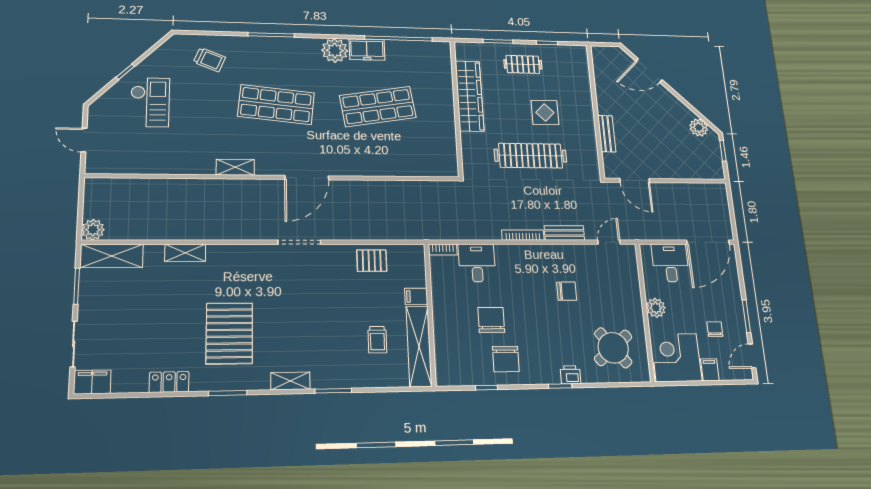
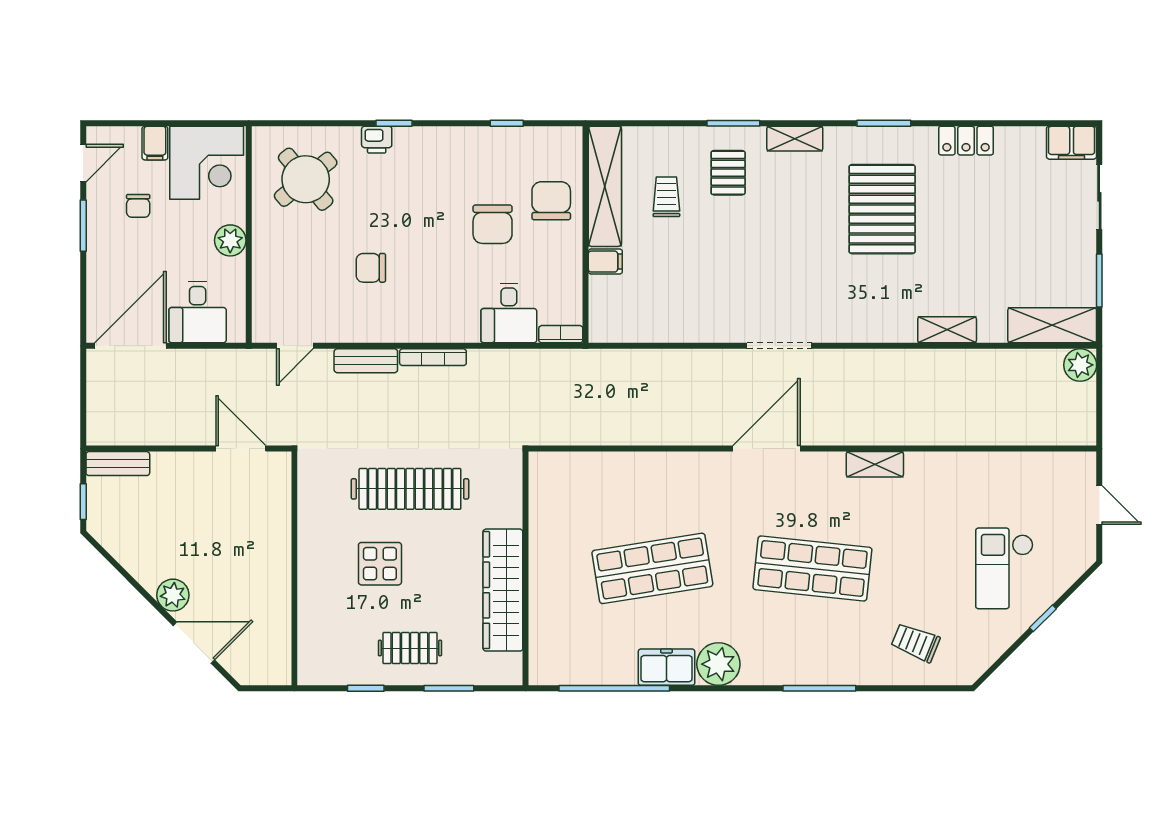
plant: (699, 128) -> (173, 595), moved
bench: (607, 134) -> (118, 464), moved, turned 90
pallet: (372, 261) -> (728, 173), moved, turned 90
chair: (506, 359) -> (551, 201), moved

